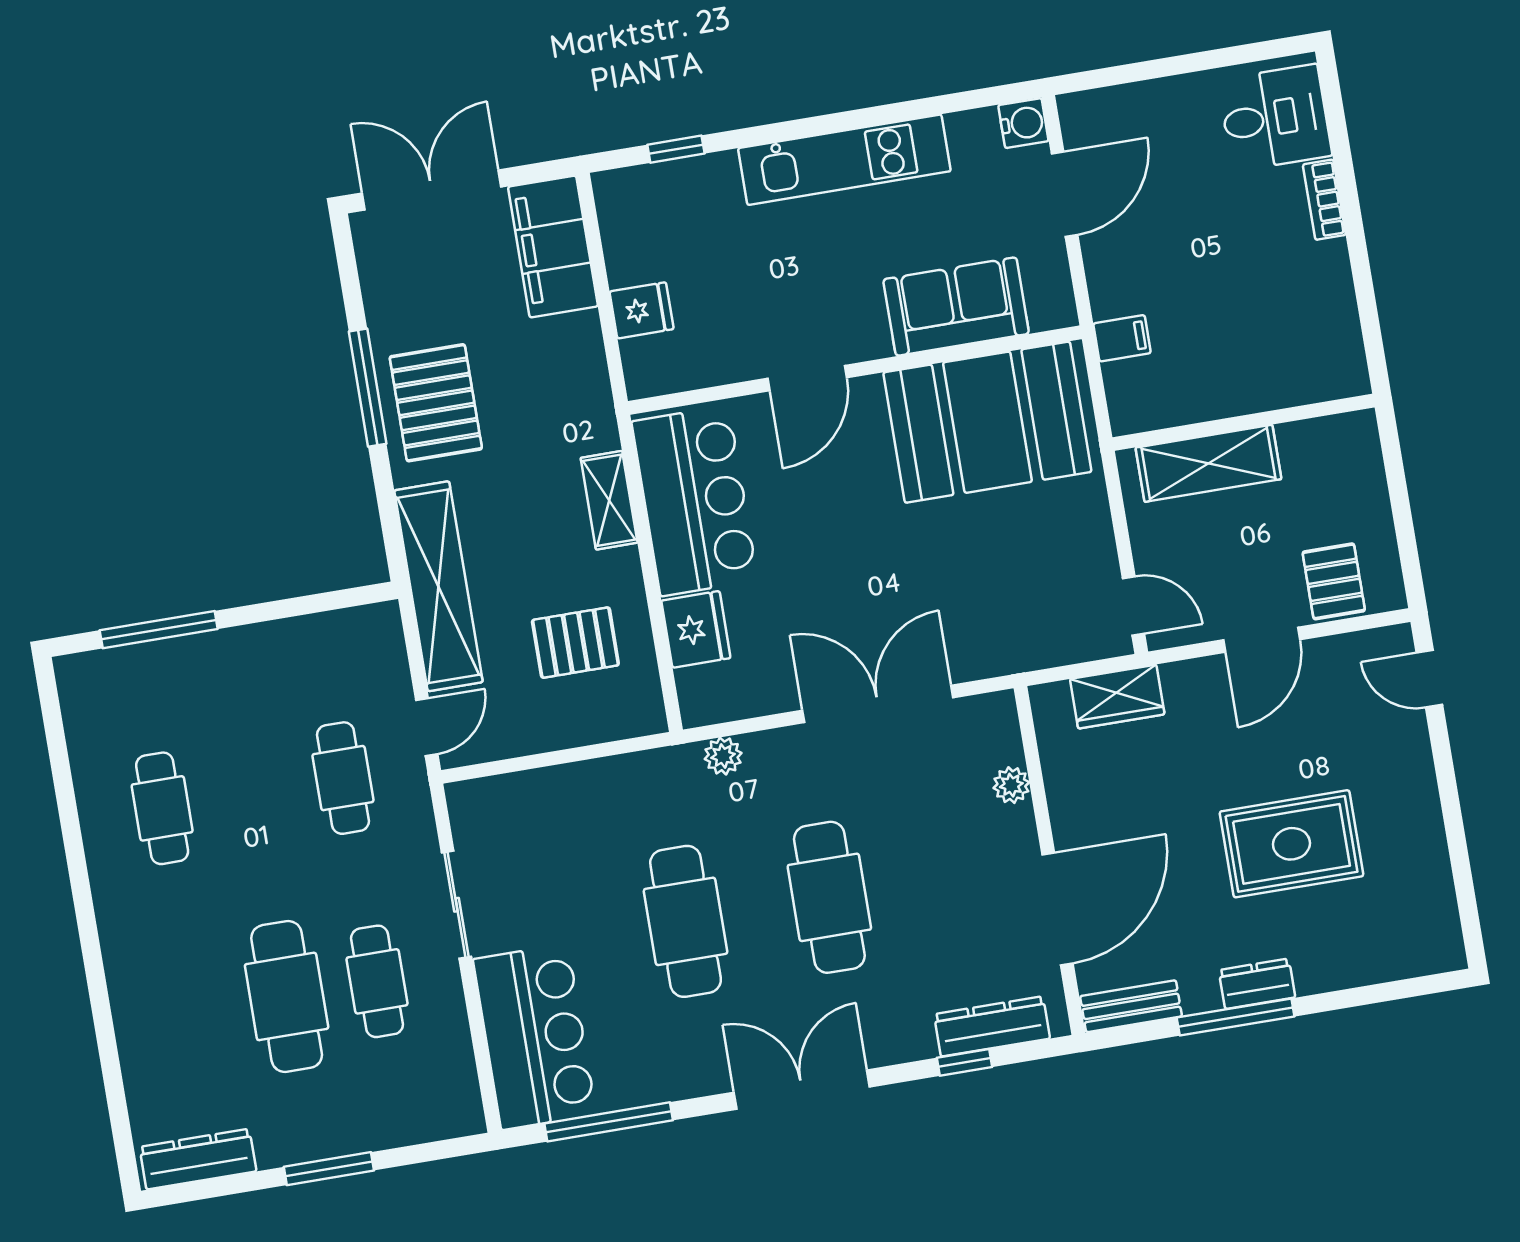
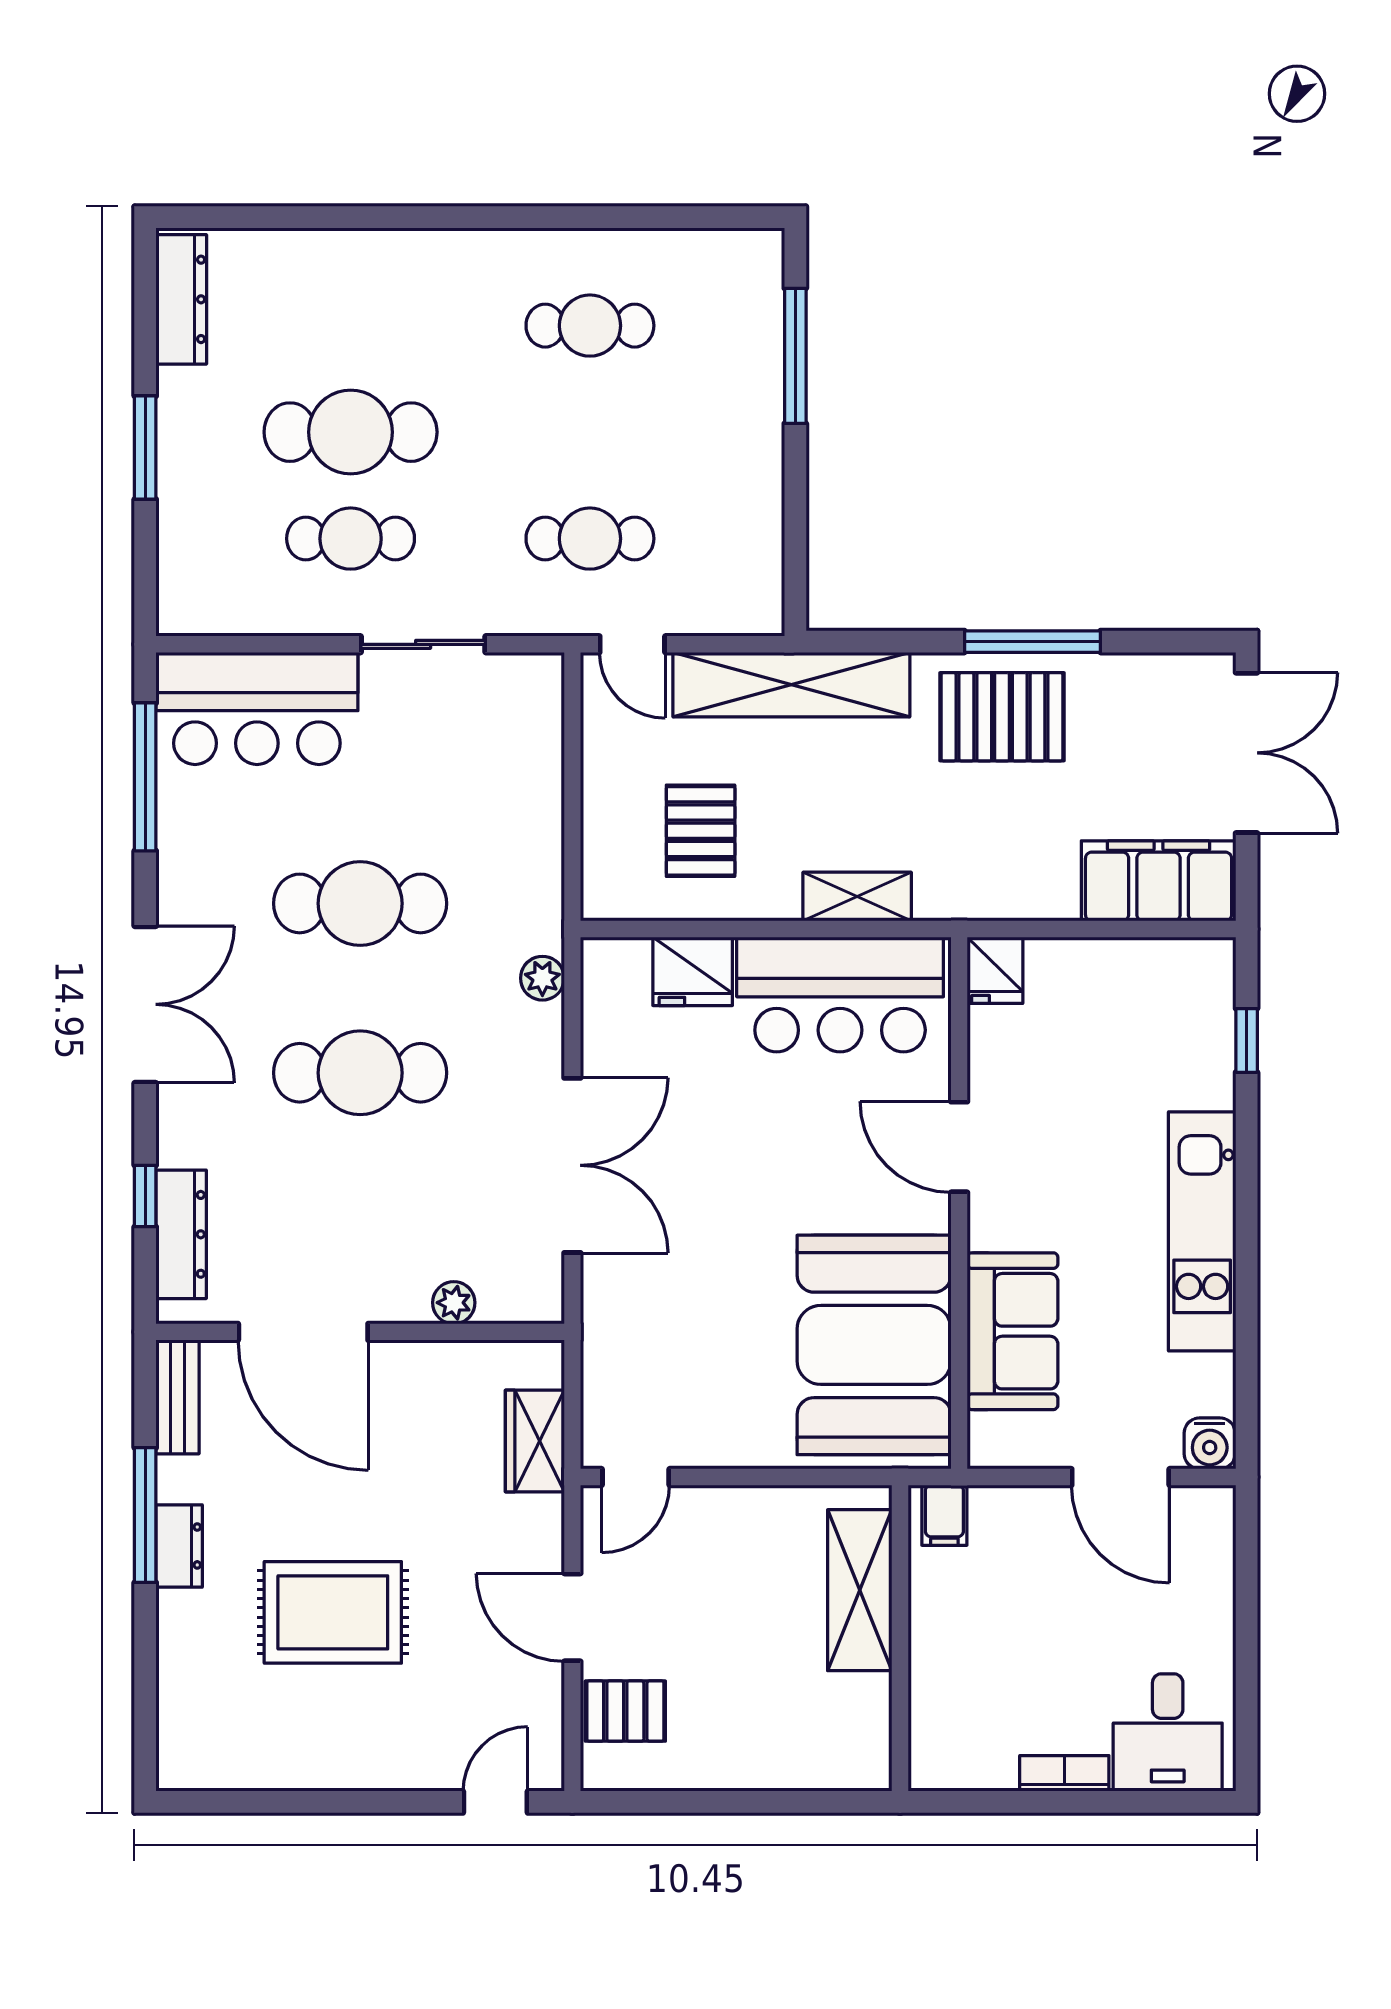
fridge: (642, 310) -> (995, 970), moved
wall: (1243, 422) -> (900, 1638), moved
shelving: (1208, 463) -> (860, 1590), moved
rug: (1291, 844) -> (333, 1612), turned 90

